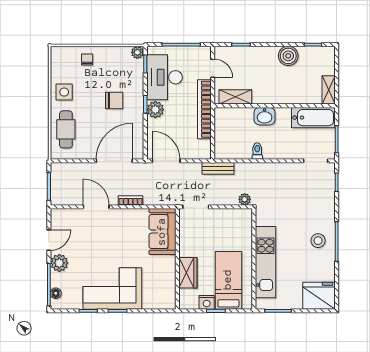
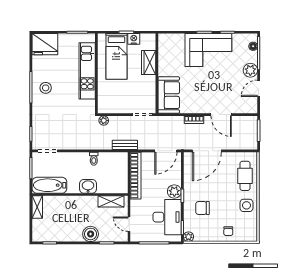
boiler: (288, 56) -> (91, 234), moved
chair: (114, 101) -> (202, 208), moved
bookcase: (204, 109) -> (136, 176), moved
door: (166, 161) -> (166, 151), hinge flipped

